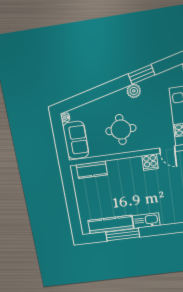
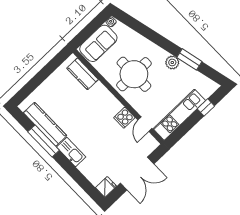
round table: (121, 130) -> (134, 74), width x1.36, depth x1.36

